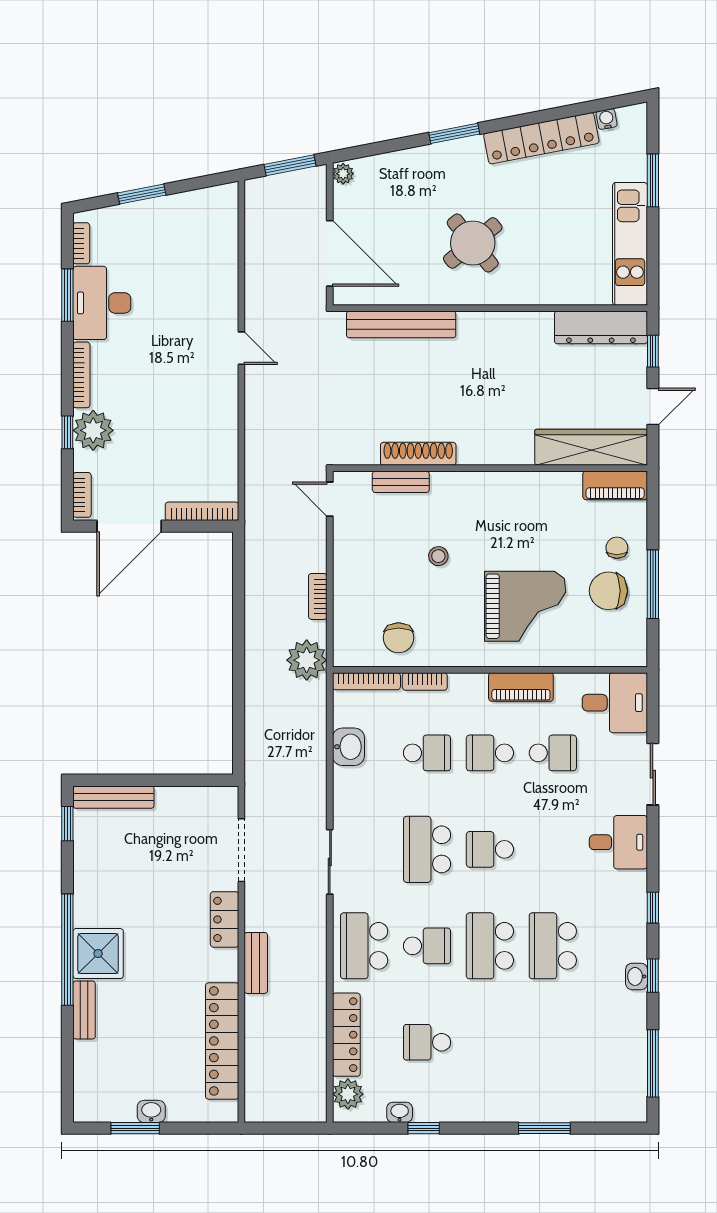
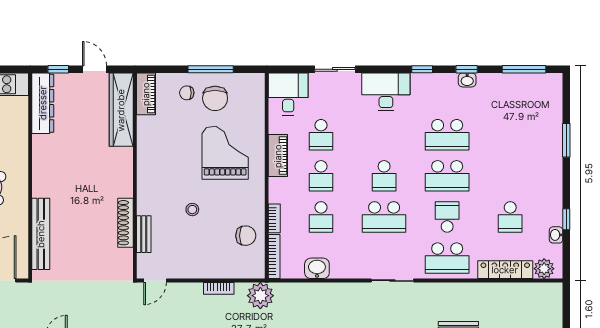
school desk: (427, 753) -> (321, 217), turned 180
school desk: (553, 753) -> (321, 135), turned 180
desk: (618, 842) -> (386, 92), width x1.37

